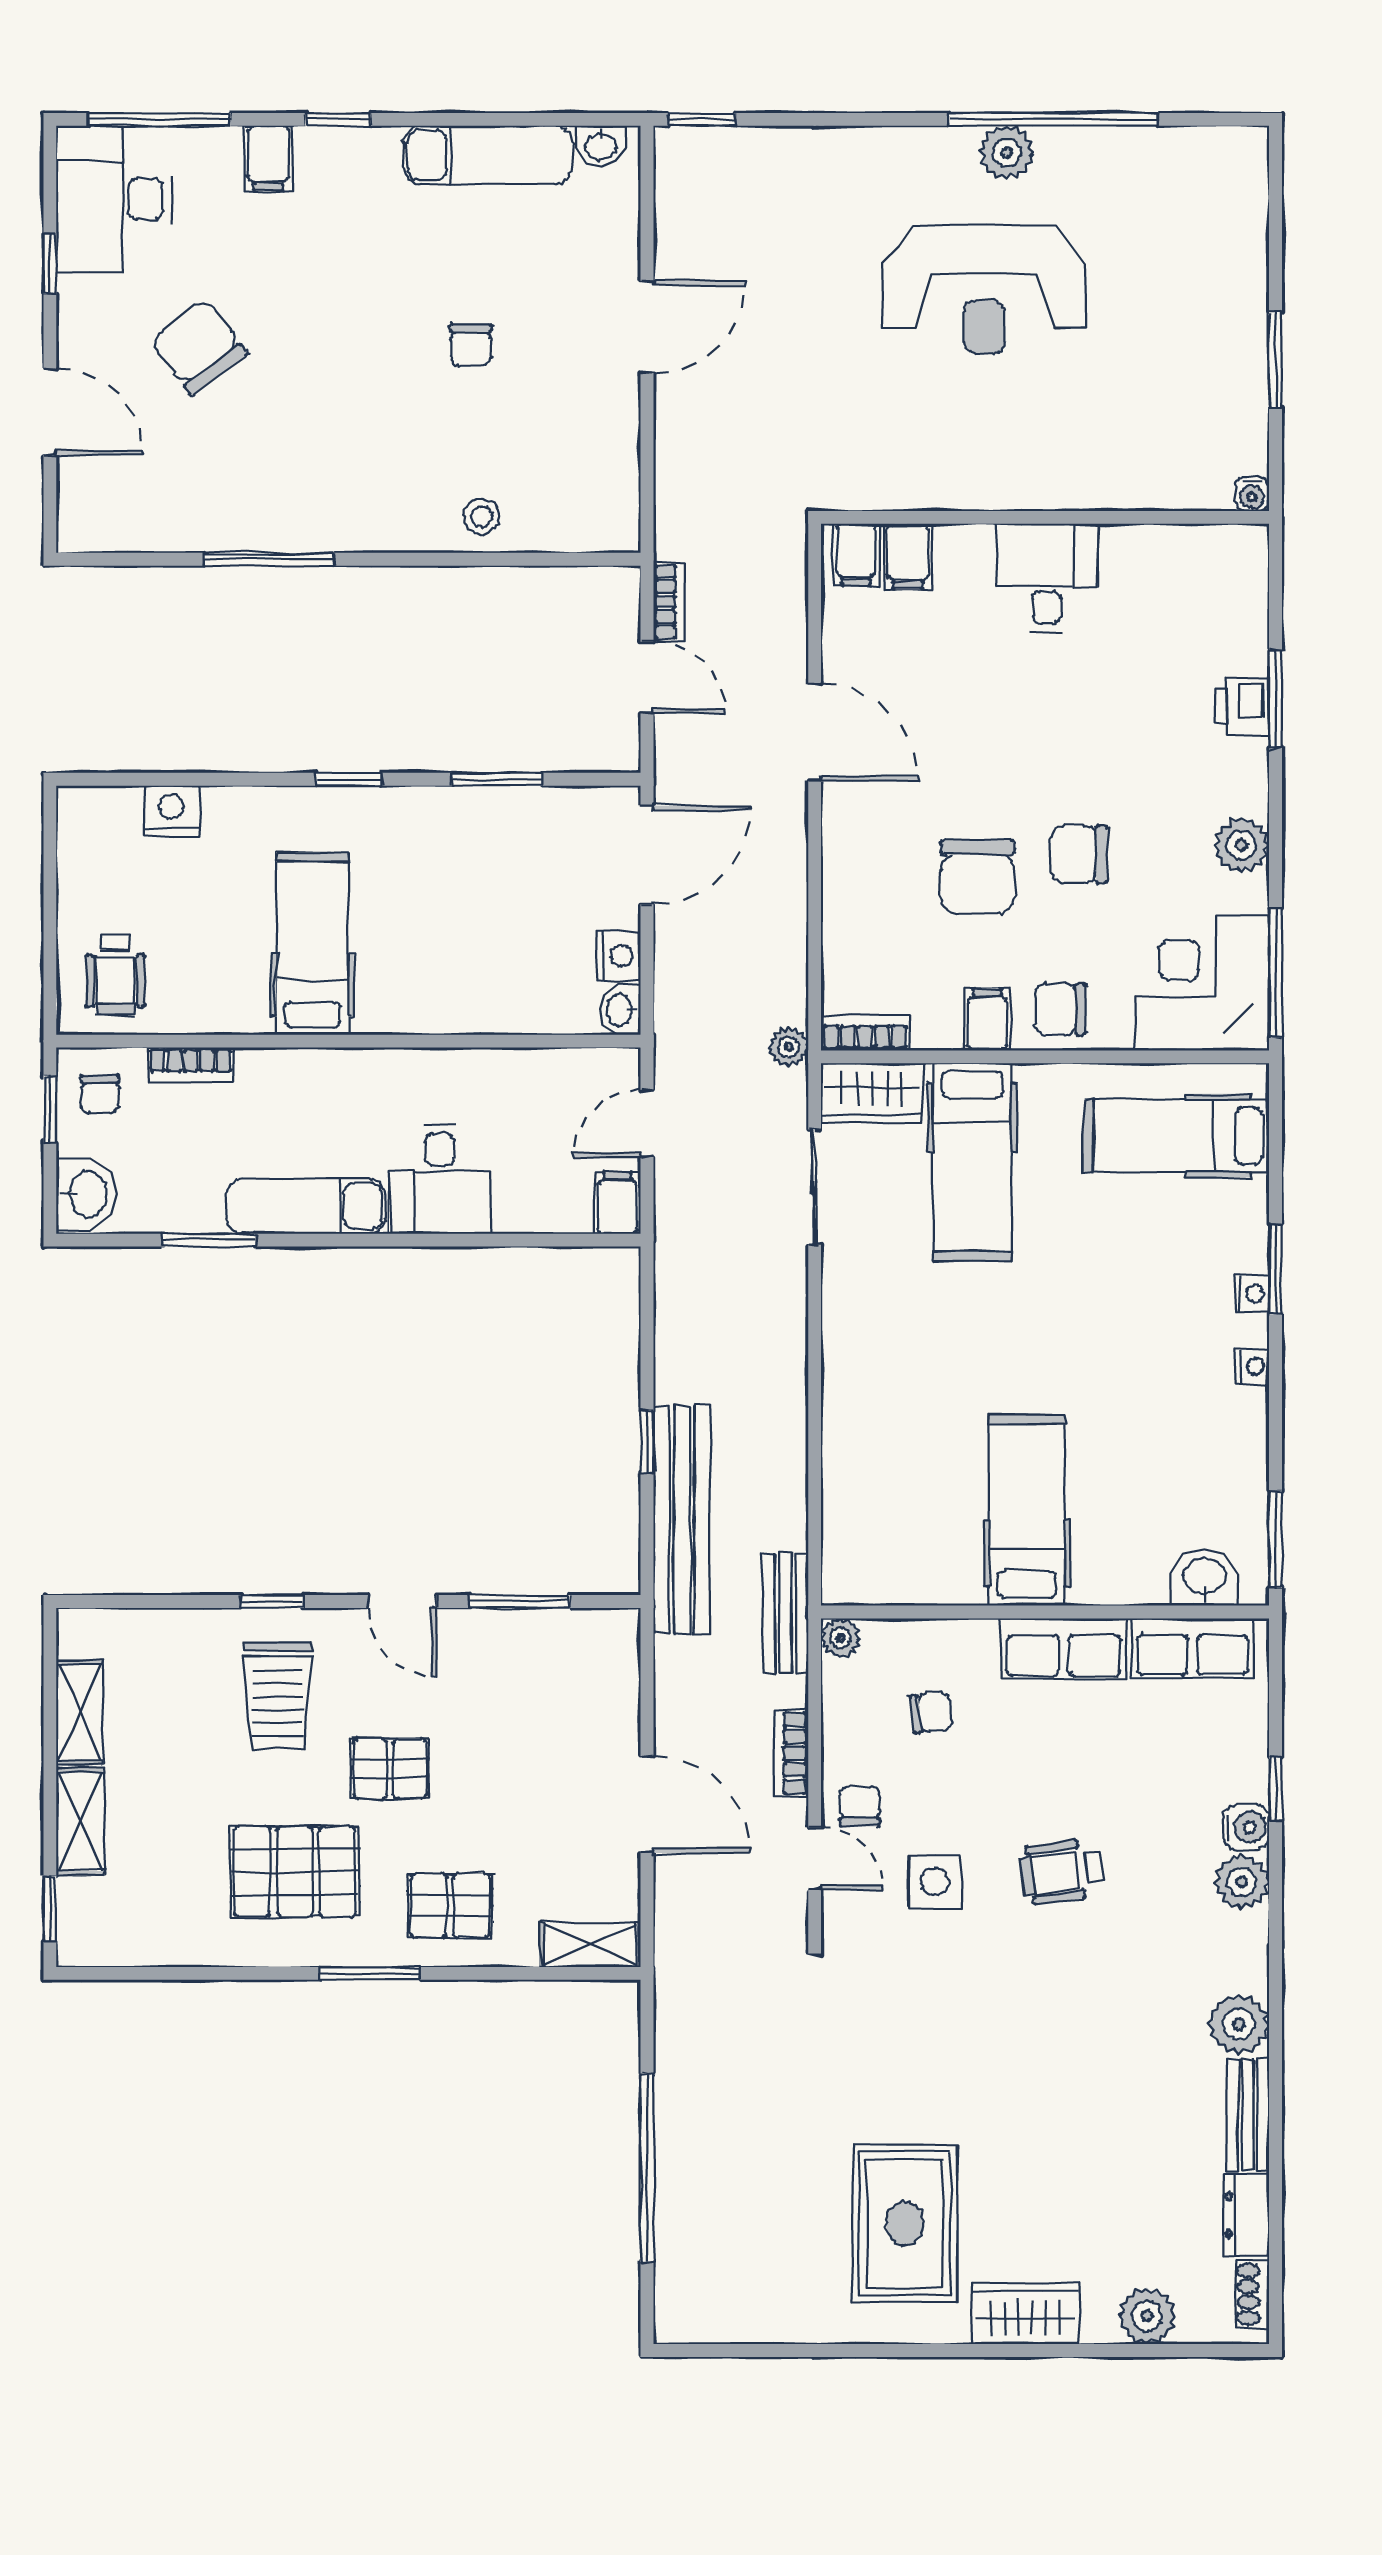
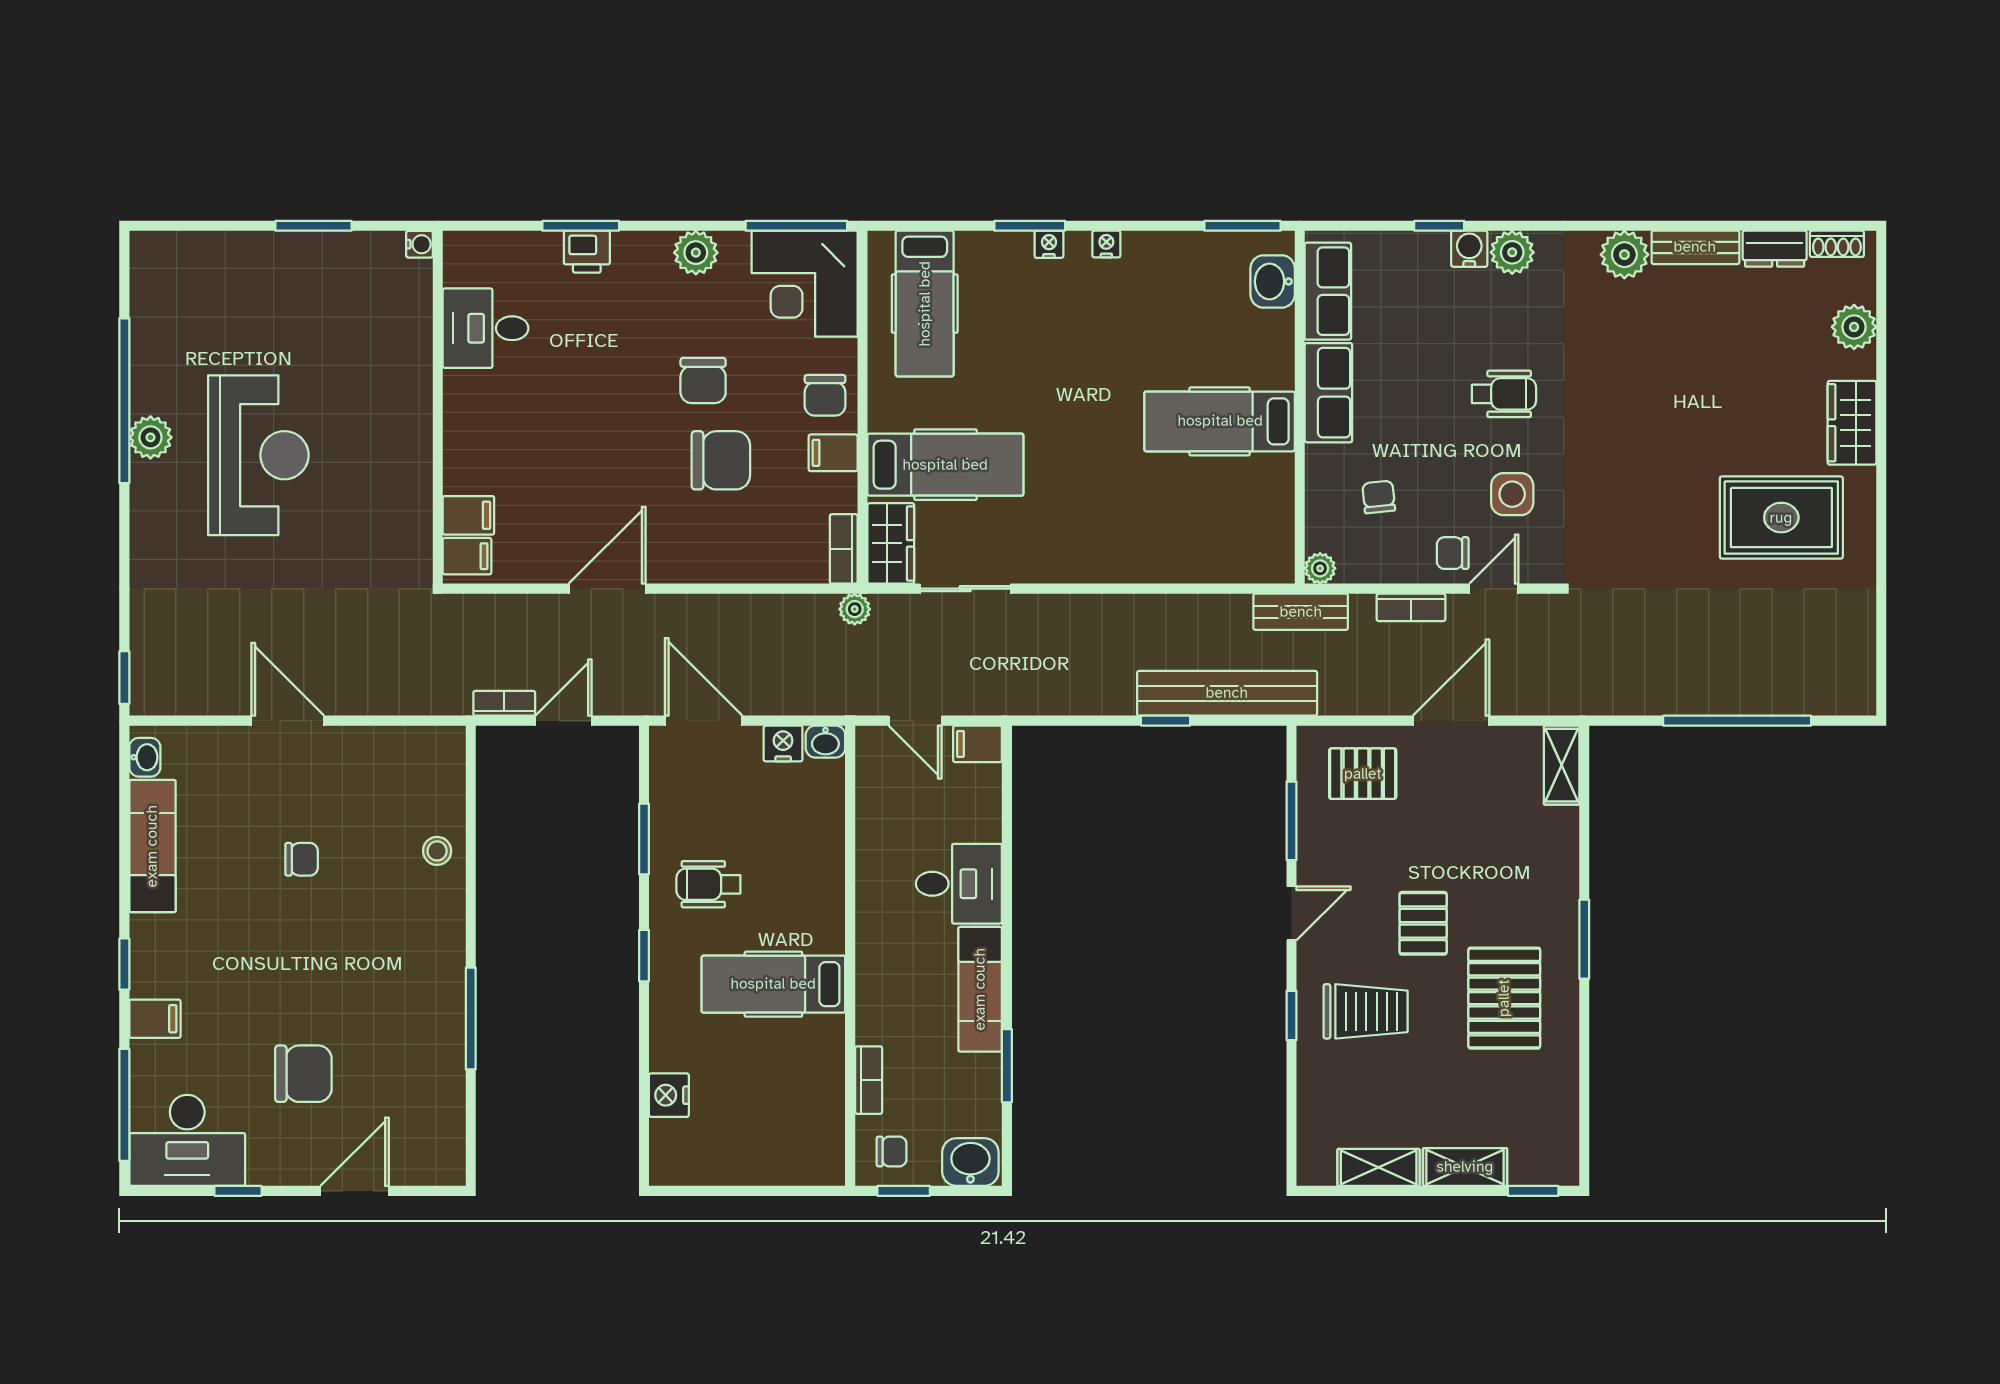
chair: (199, 347) -> (303, 1074), turned -143
desk: (1047, 578) -> (486, 328), moved
wheelchair: (115, 974) -> (708, 884), moved, turned 180
wheelchair: (1062, 1871) -> (1504, 394), turned -82
pallet: (450, 1906) -> (1363, 774), moved, turned 90

